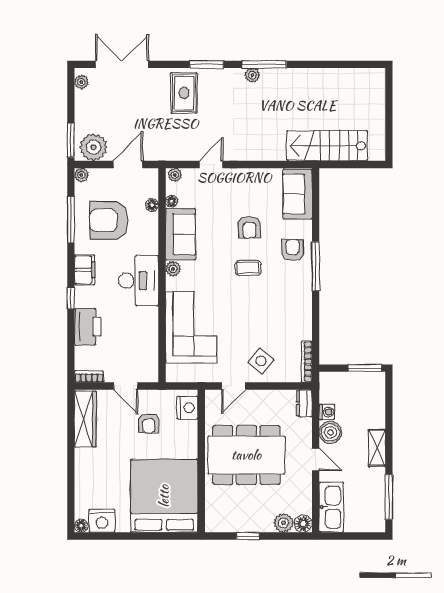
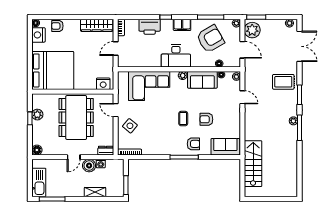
armchair: (109, 220) -> (210, 39), turned 60
armchair: (149, 423) -> (57, 26), moved
shelving: (377, 448) -> (95, 192), moved
kitchen sink: (331, 507) -> (39, 182), moved, turned -90
plant: (283, 523) -> (37, 115), moved

